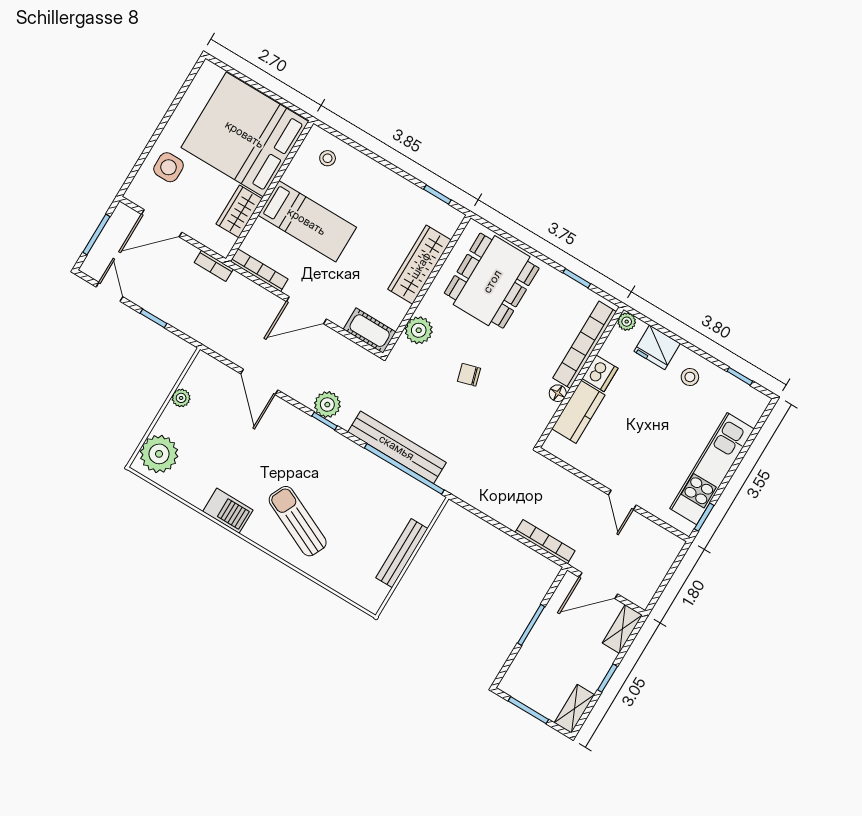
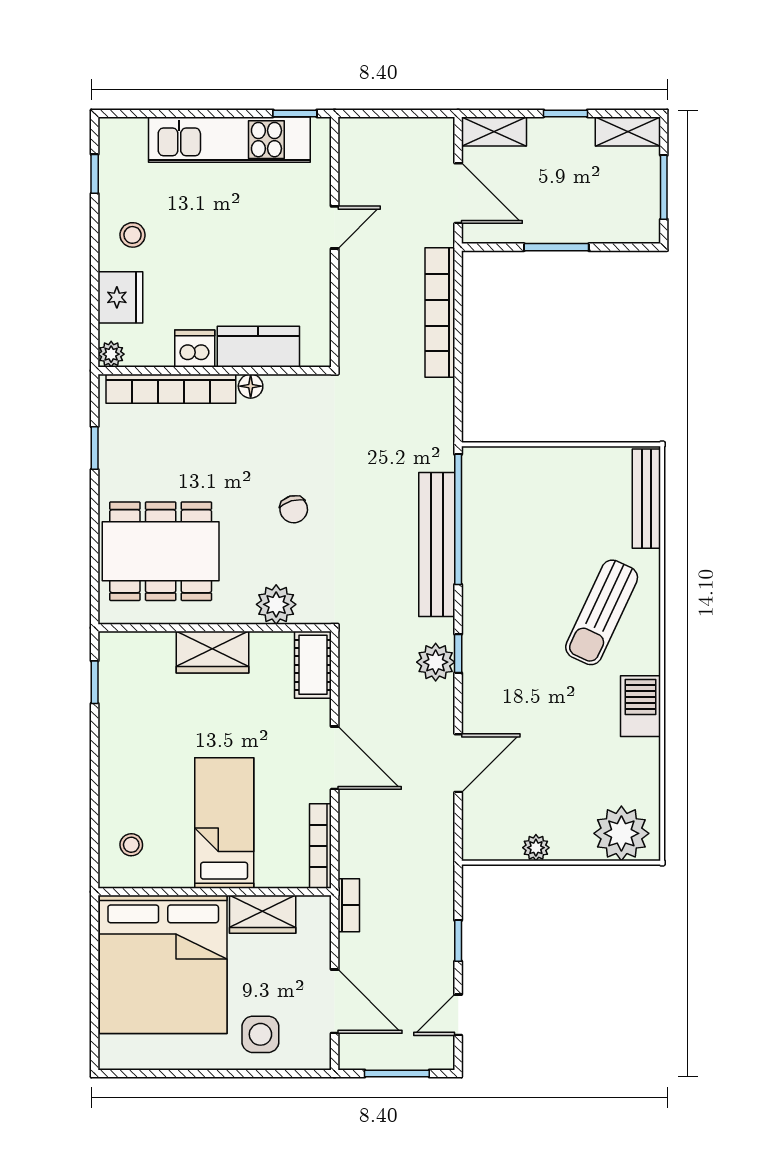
wardrobe: (420, 265) -> (212, 652), width x0.67
bookcase: (545, 542) -> (440, 313), width x1.48, depth x1.31
bench: (402, 553) -> (646, 499), moved, turned 90

